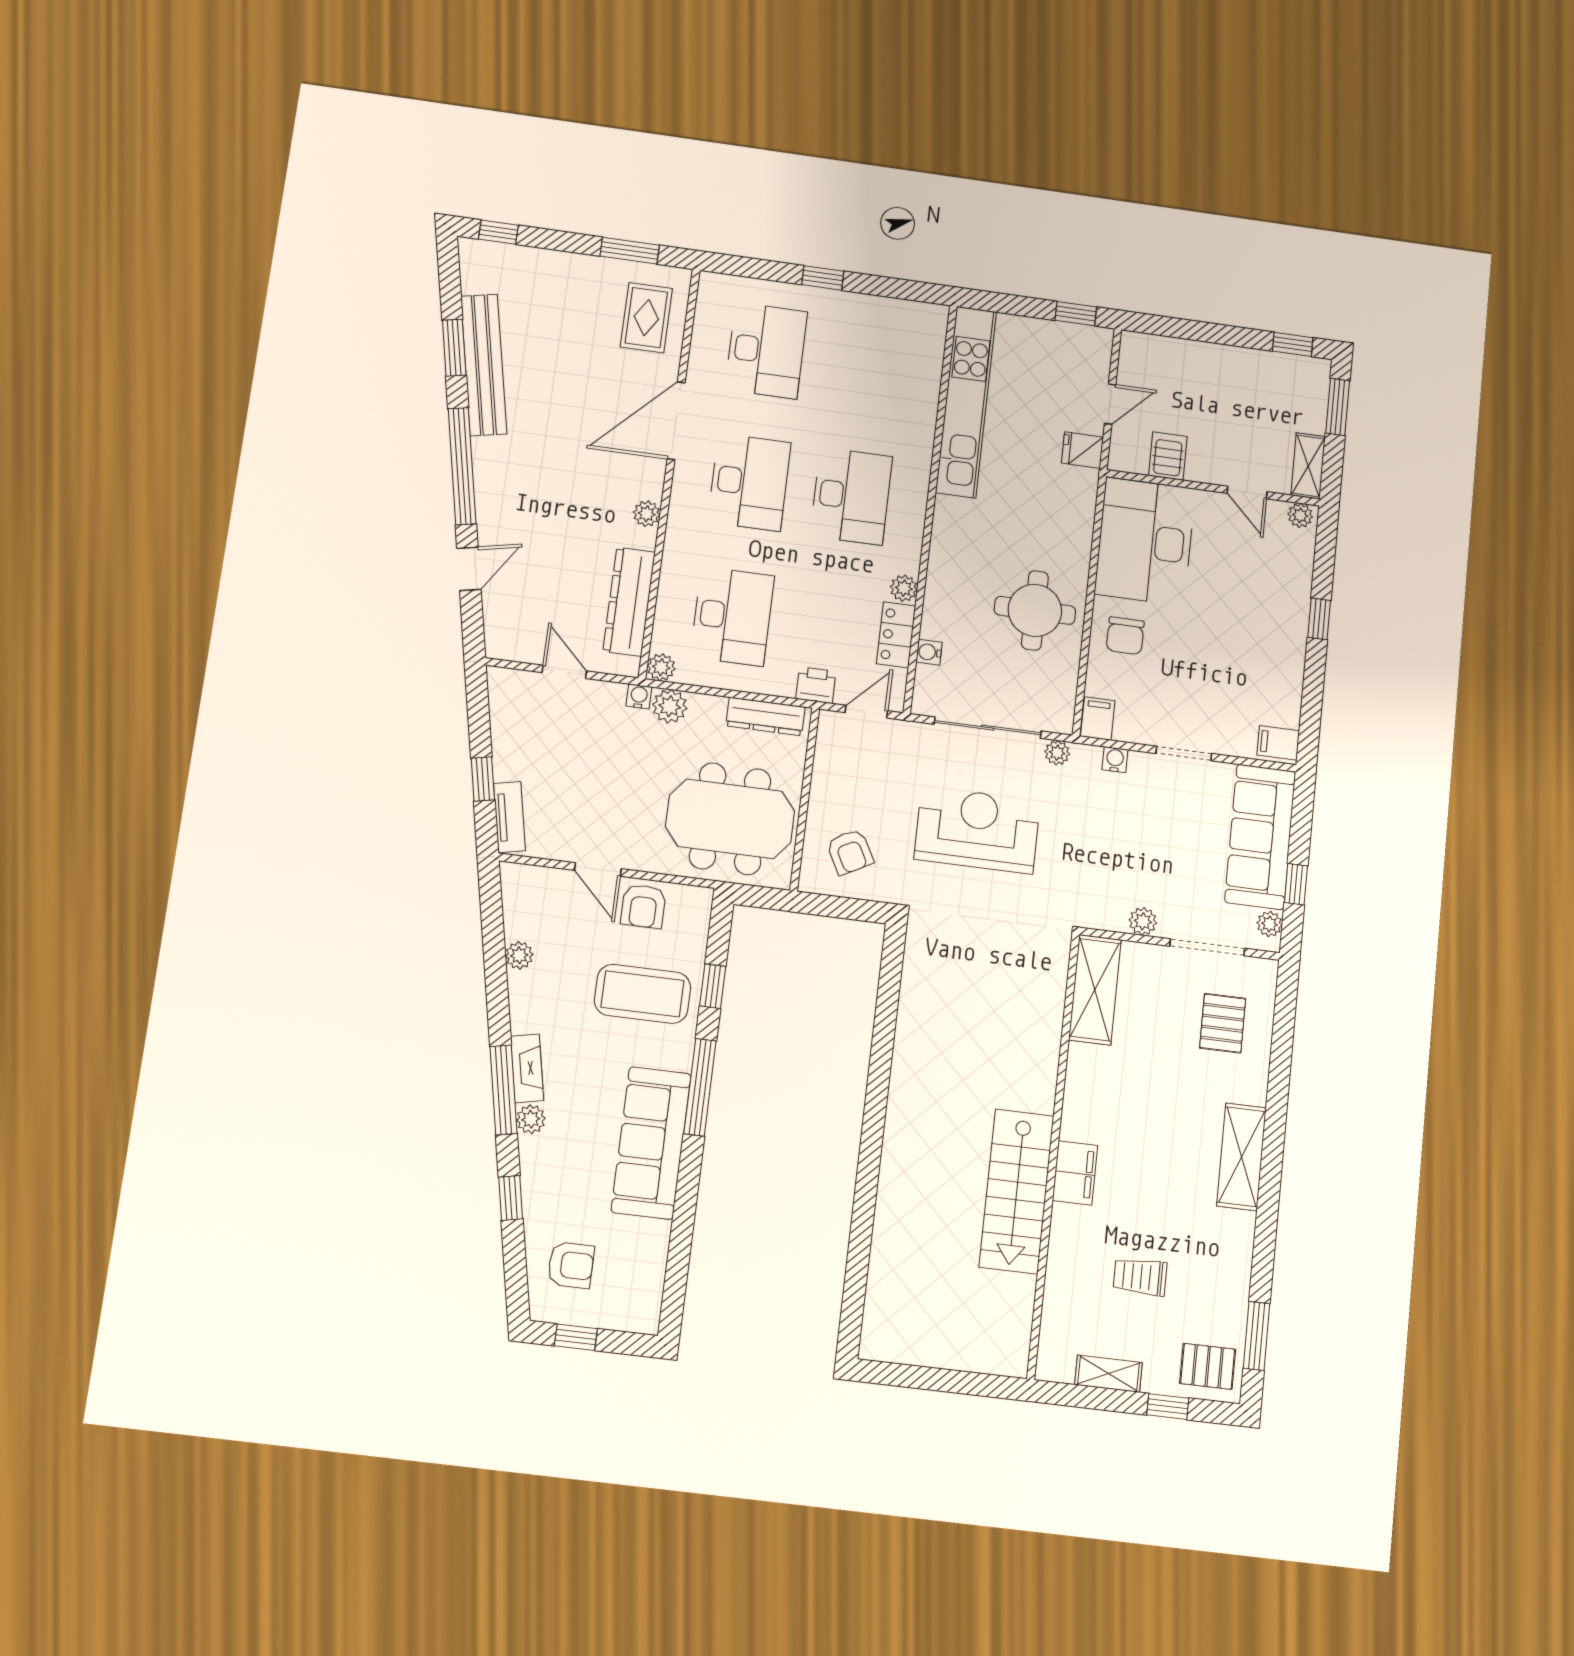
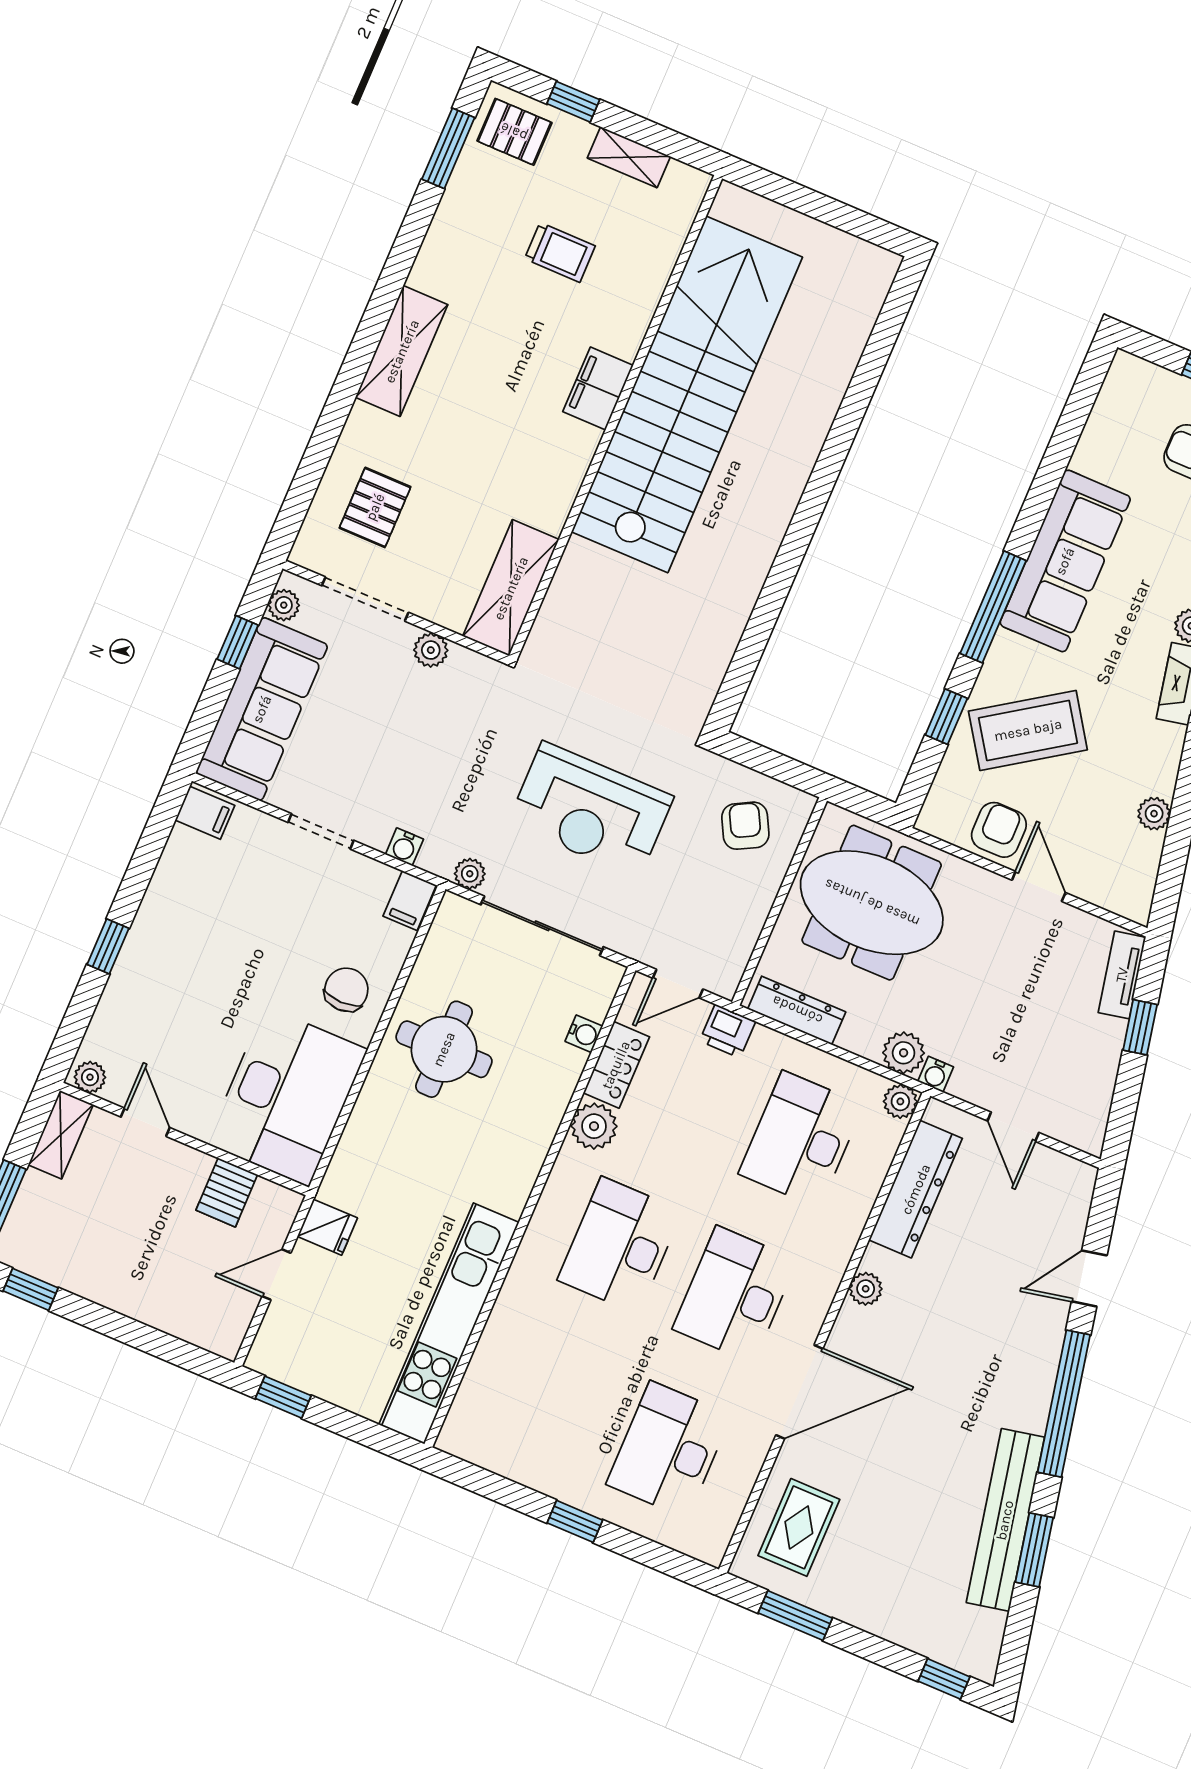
plant: (904, 588) -> (594, 1126), width x1.38, depth x1.38
coffee table: (643, 994) -> (1028, 730), turned -34
stairs: (1017, 1191) -> (687, 394), width x1.86, depth x1.51

